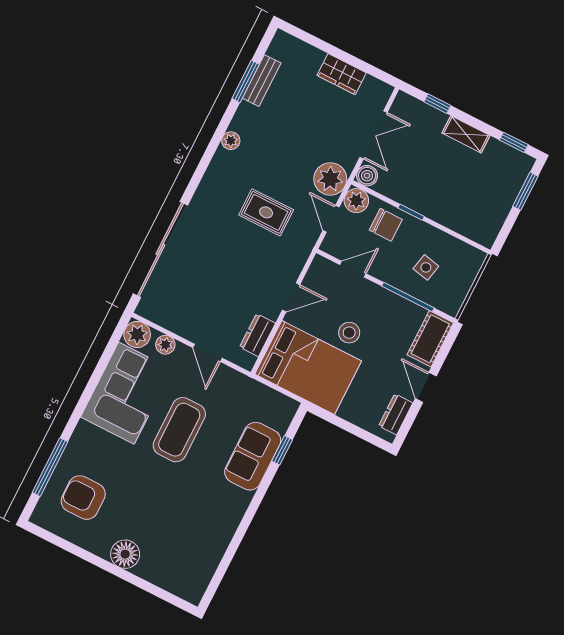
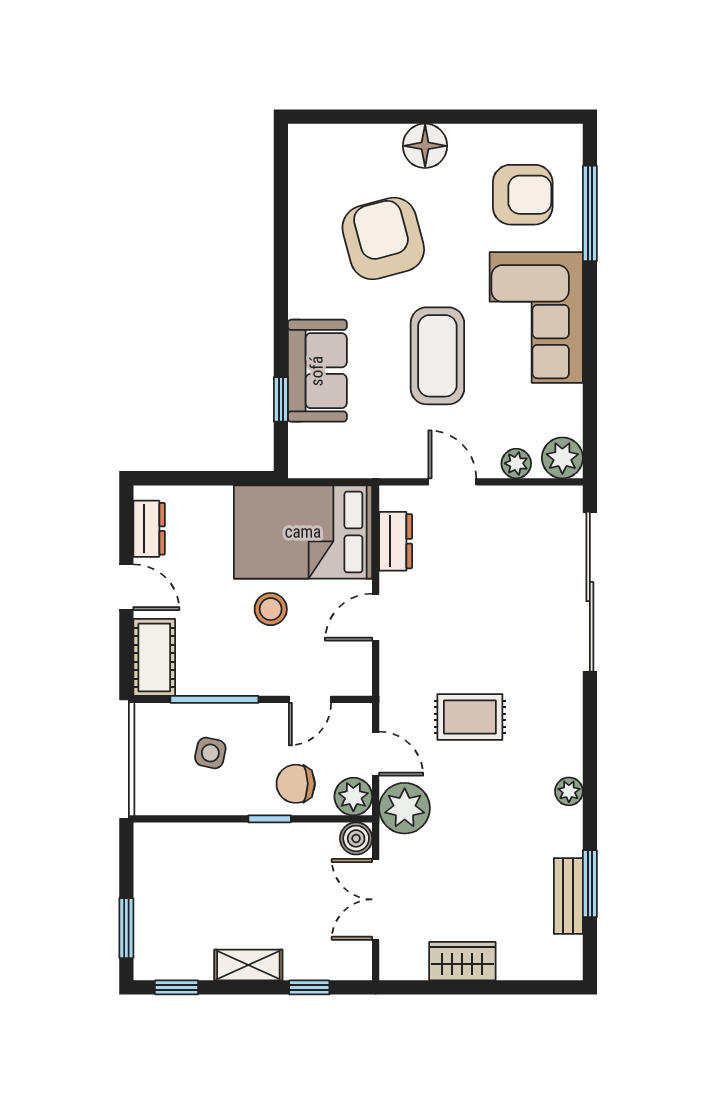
corner sofa: (126, 393) -> (536, 317), moved
armchair: (176, 513) -> (383, 239), added

